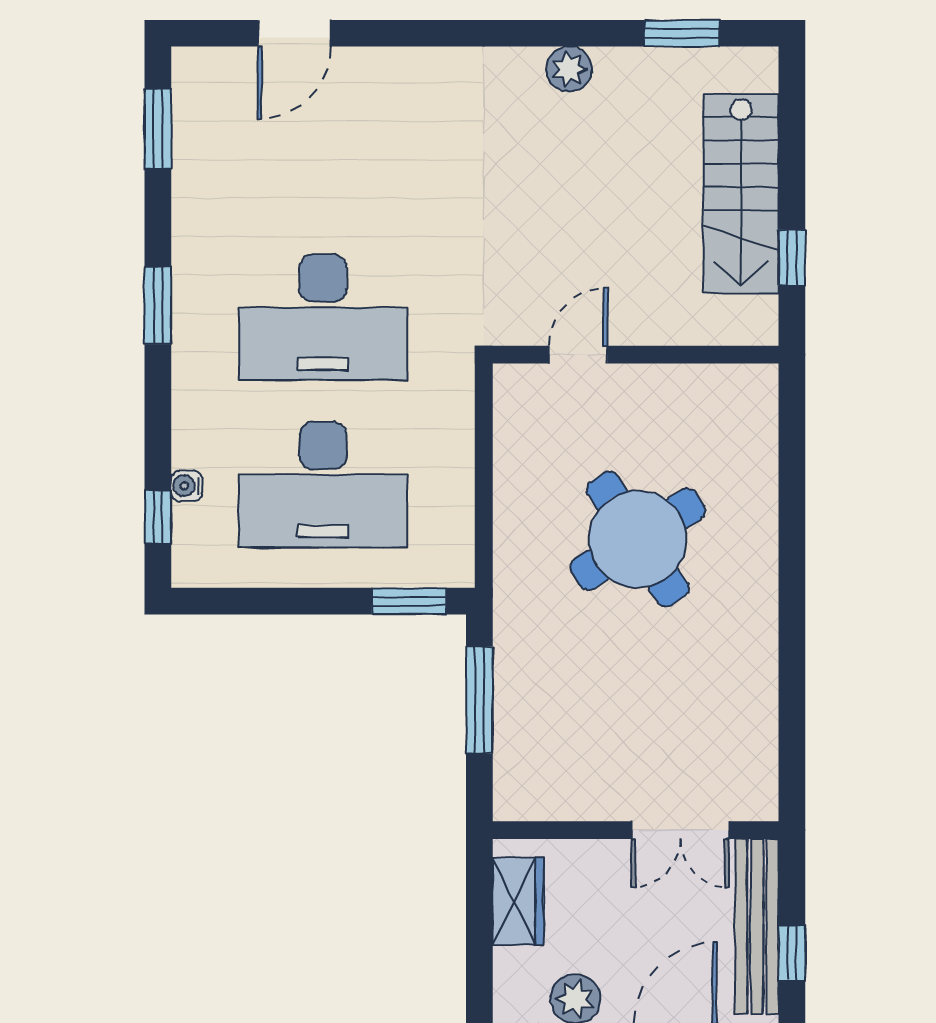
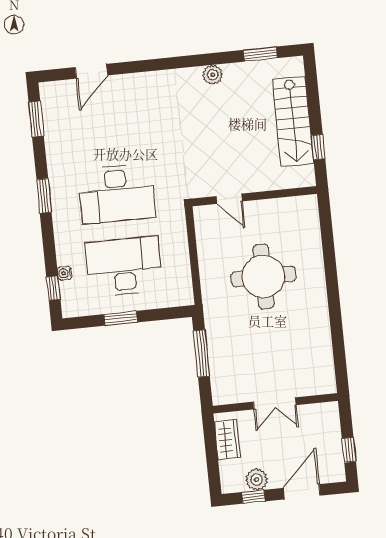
door: (578, 355) -> (229, 199), swing flipped
desk: (323, 485) -> (124, 267), turned 180
round table: (638, 539) -> (263, 276), turned 33
window: (409, 601) -> (121, 318), moved
double door: (680, 830) -> (275, 403), moved
bench: (757, 927) -> (332, 440), removed

